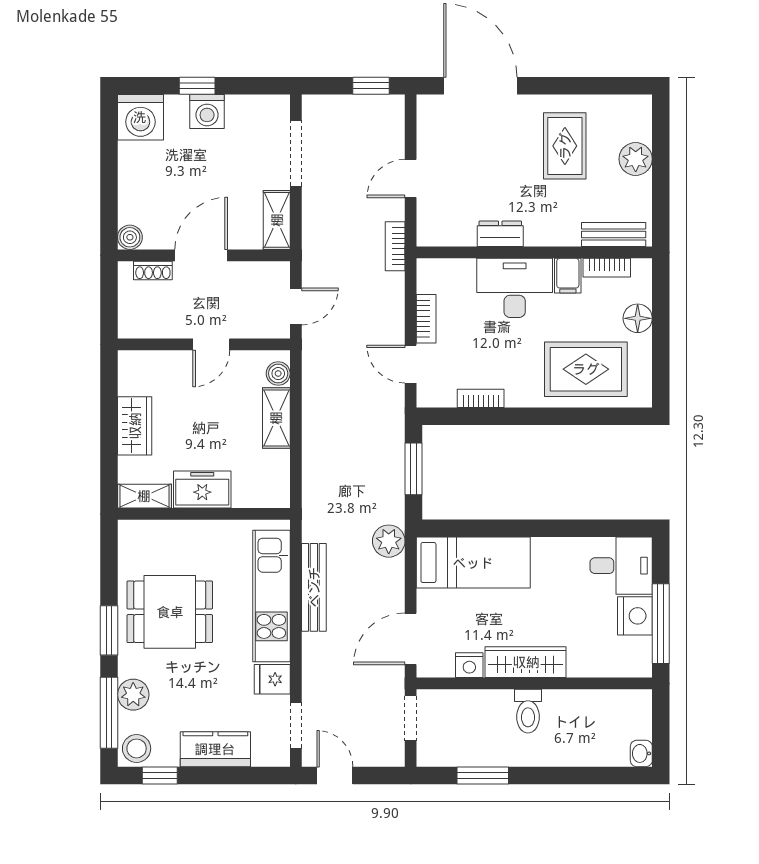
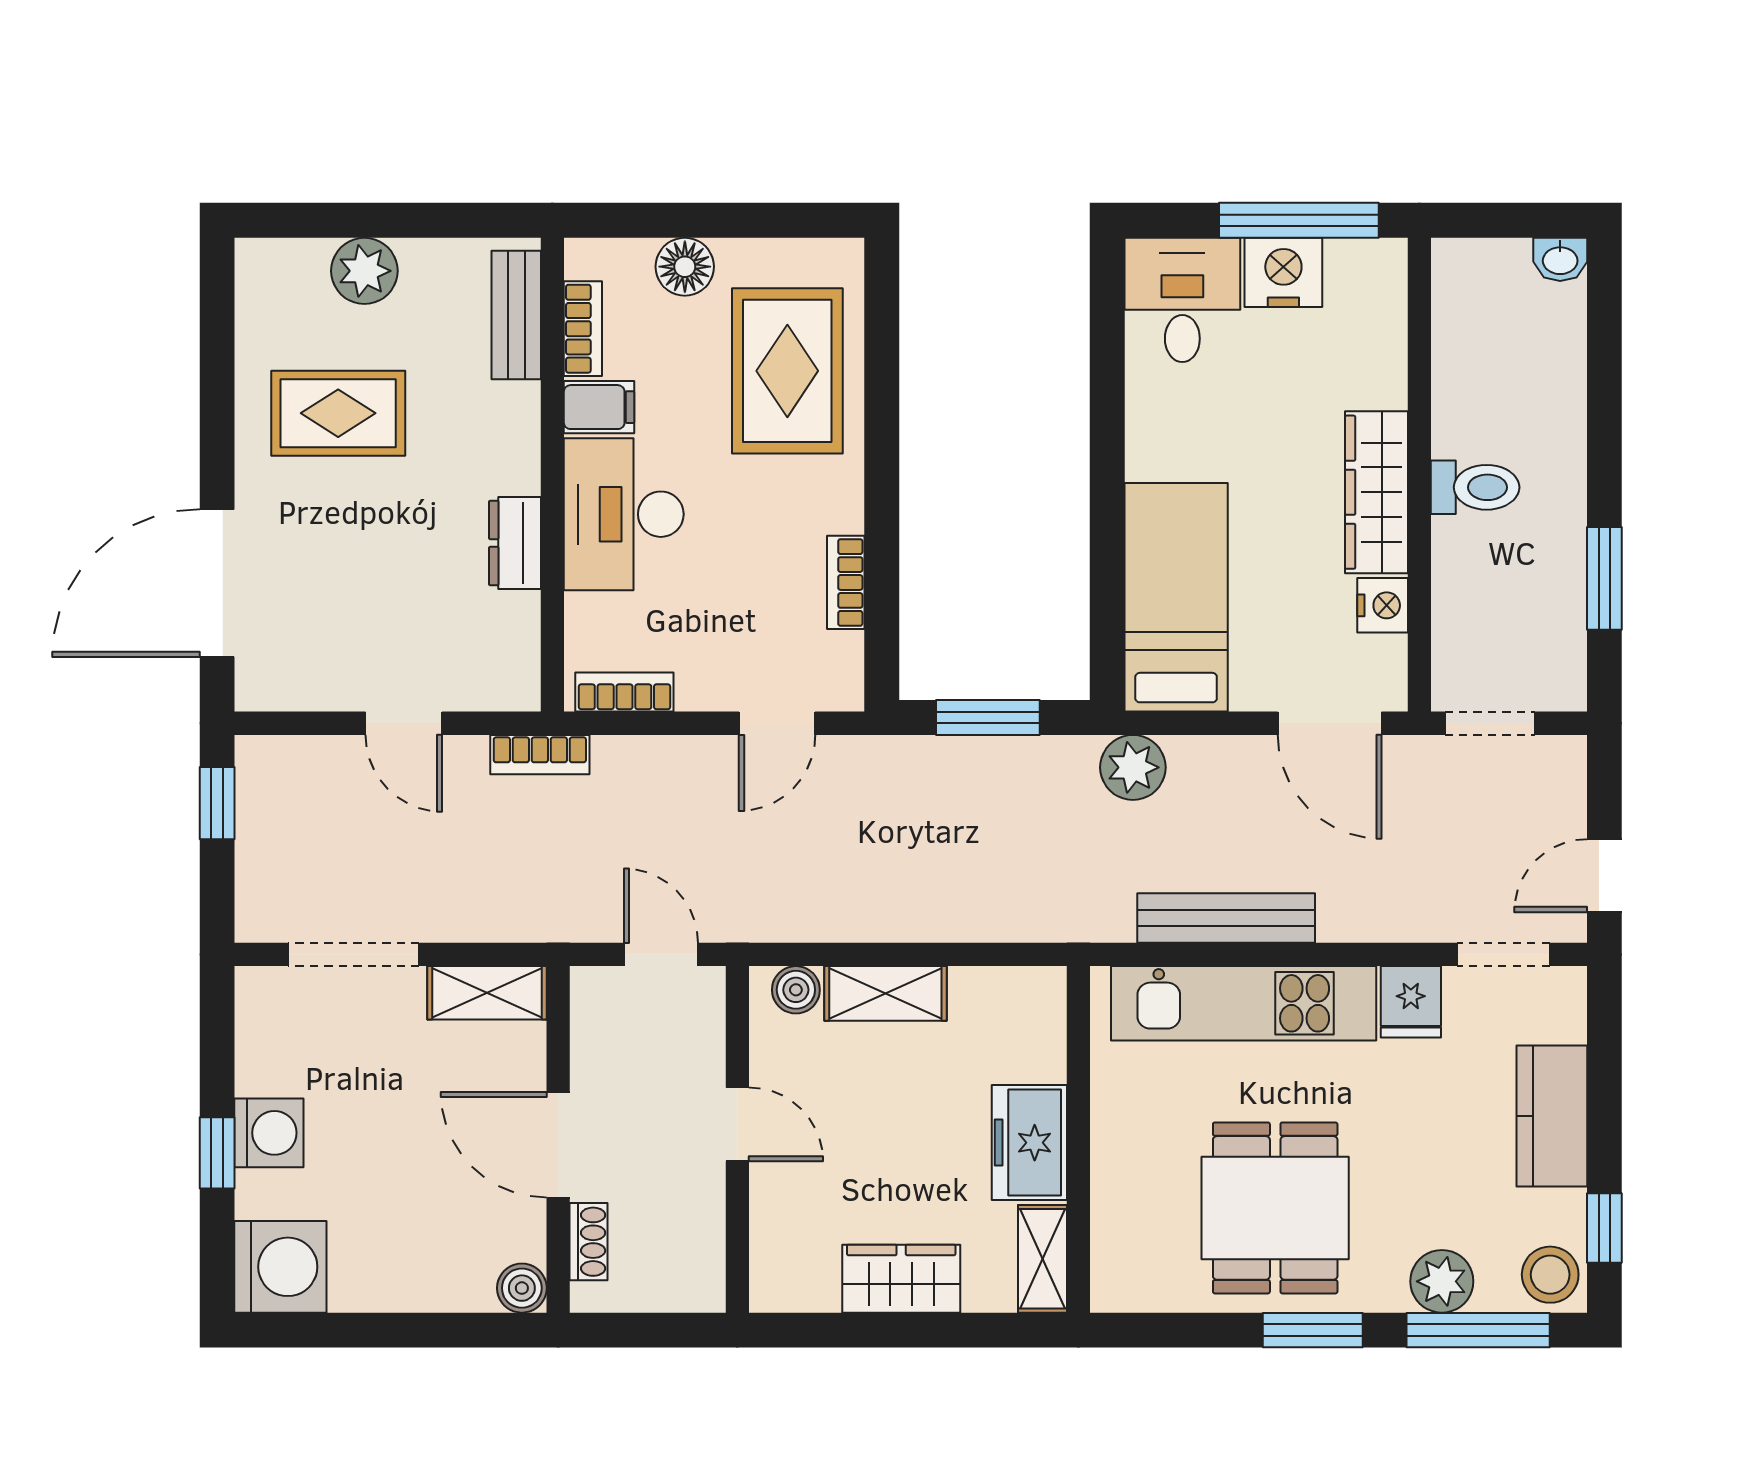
bookcase: (426, 319) -> (624, 692), moved

